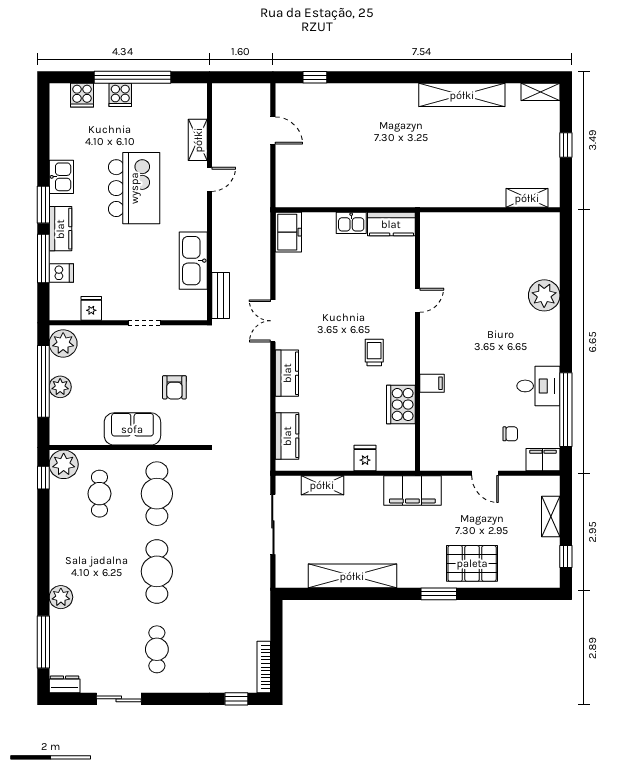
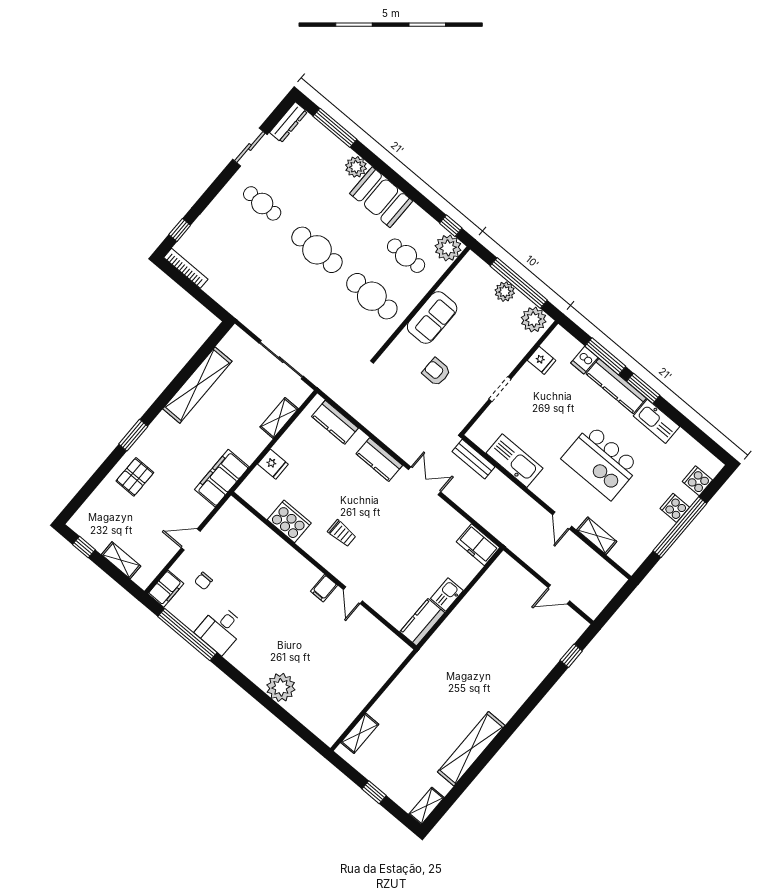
kitchen sink: (61, 177) -> (656, 421), width x1.38
kitchen counter: (60, 229) -> (616, 386), width x1.50
filing cabinet: (432, 383) -> (324, 588), moved
booth: (69, 555) -> (381, 197), added
pallet: (472, 563) -> (135, 477), width x0.67, depth x0.71
dresser: (65, 684) -> (288, 122), width x1.44

